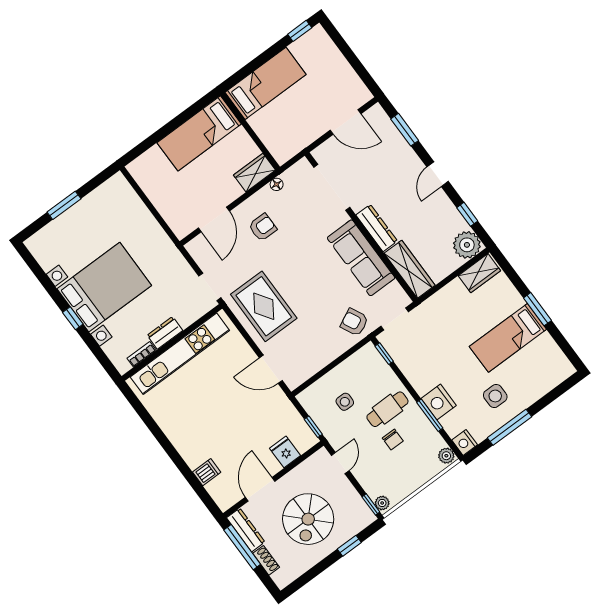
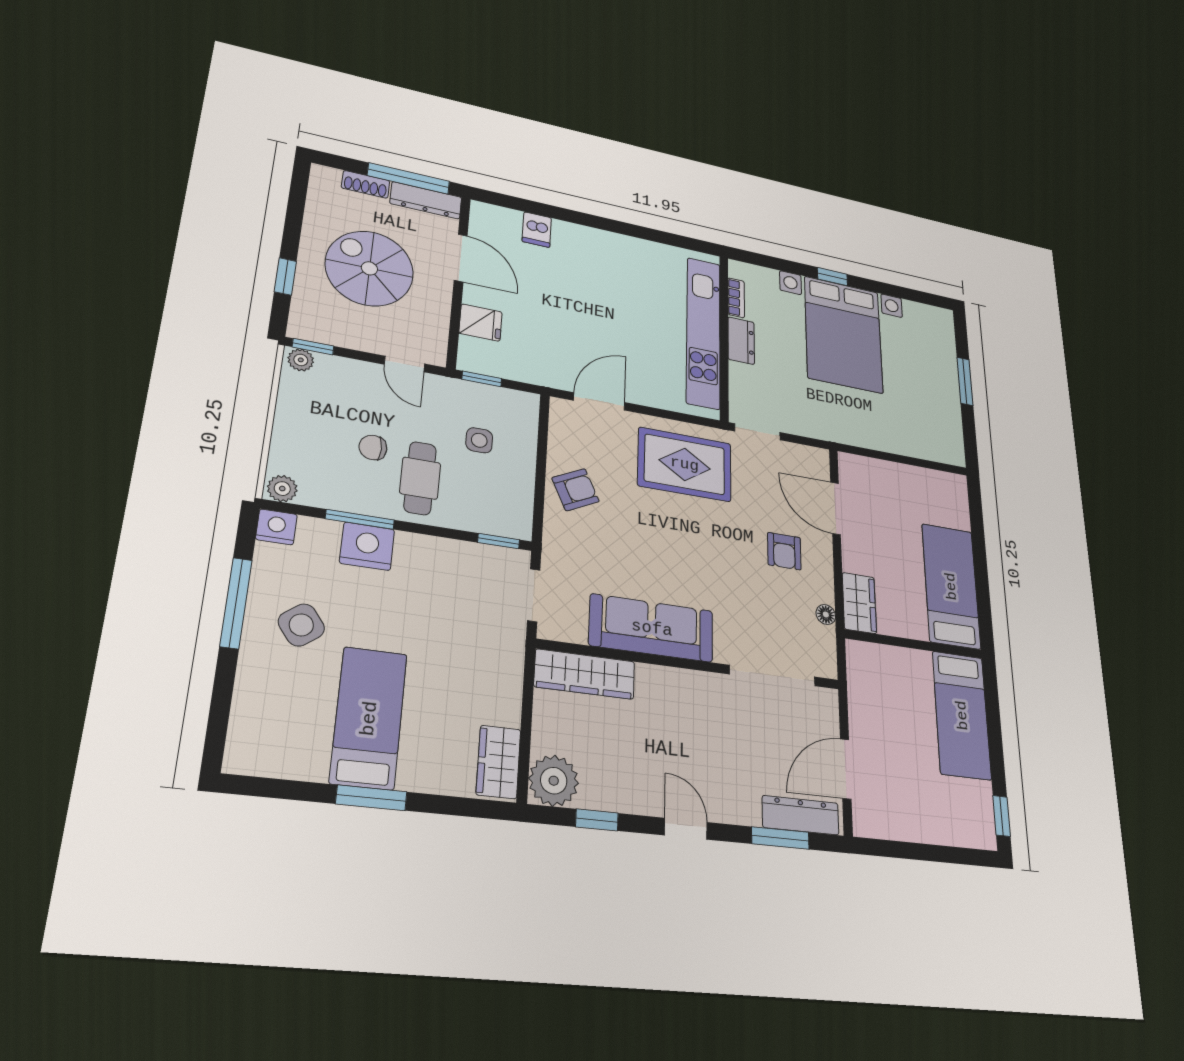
dresser: (377, 228) -> (801, 815), moved, turned 180
armchair: (354, 322) -> (576, 490), moved
side table: (495, 396) -> (301, 625), turned -37

